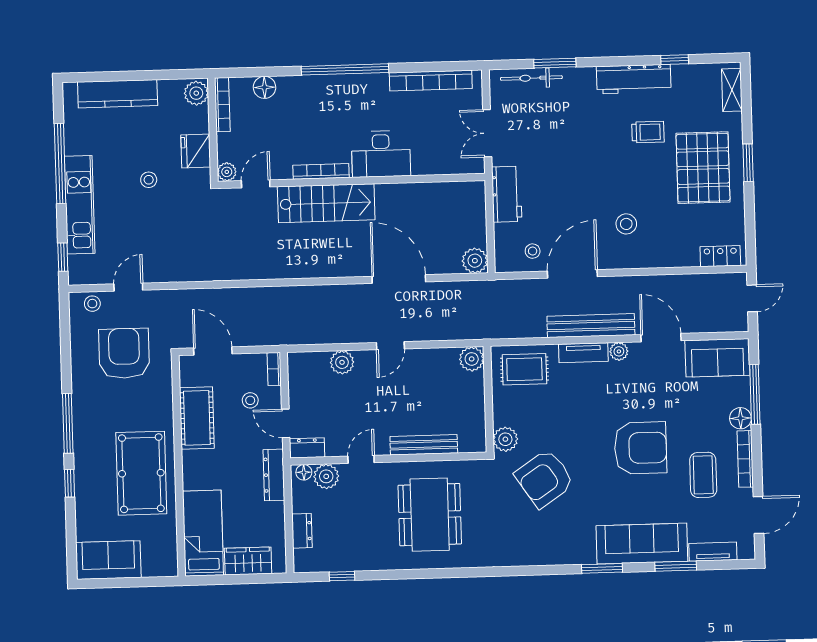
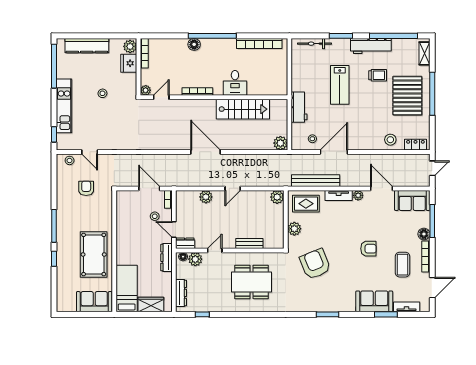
window: (675, 60) -> (394, 36), width x3.17
window: (555, 63) -> (341, 36), moved
floor lamp: (265, 87) -> (194, 44), moved
double door: (487, 133) -> (289, 73), removed
fridge: (196, 151) -> (129, 63), moved
lab bench: (579, 152) -> (340, 85), added
desk: (381, 154) -> (235, 83), width x0.73
window: (748, 163) -> (432, 94), width x2.11
window: (60, 164) -> (54, 66), moved
stairs: (326, 203) -> (243, 109), moved
stool: (626, 224) -> (390, 140), moved
door: (399, 279) -> (206, 152), moved
door: (128, 287) -> (90, 152), swing flipped
bench: (591, 326) -> (316, 181), moved
door: (213, 351) -> (149, 188), moved
armchair: (124, 353) -> (86, 188), width x0.53, depth x0.53
cot: (197, 418) -> (125, 225), removed
plant: (505, 439) -> (294, 229), moved
bench: (424, 445) -> (249, 243), width x0.73
armchair: (640, 448) -> (368, 249), width x0.53, depth x0.53
armchair: (544, 478) -> (315, 264), turned 102
dining table: (430, 515) -> (252, 282), turned 90
dresser: (302, 531) -> (181, 293), width x1.44
sofa: (642, 544) -> (374, 301), width x0.73
sofa: (108, 560) -> (94, 302), moved
window: (602, 568) -> (327, 314), moved

